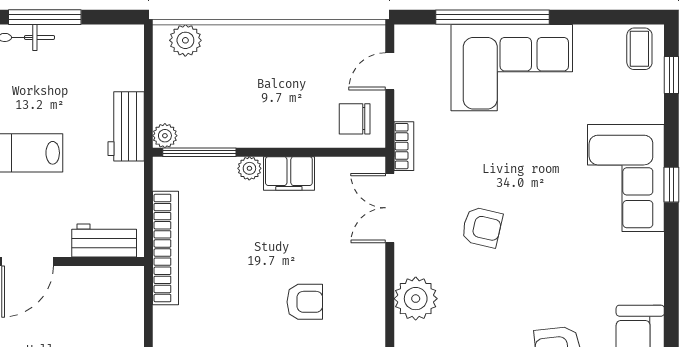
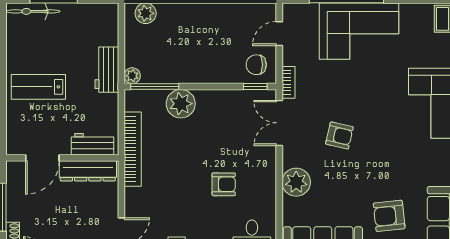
window: (353, 152) -> (255, 86), added
plant: (249, 168) -> (181, 104), width x1.87, depth x1.87
filing cabinet: (289, 173) -> (213, 100), removed
dresser: (97, 281) -> (88, 171), added

